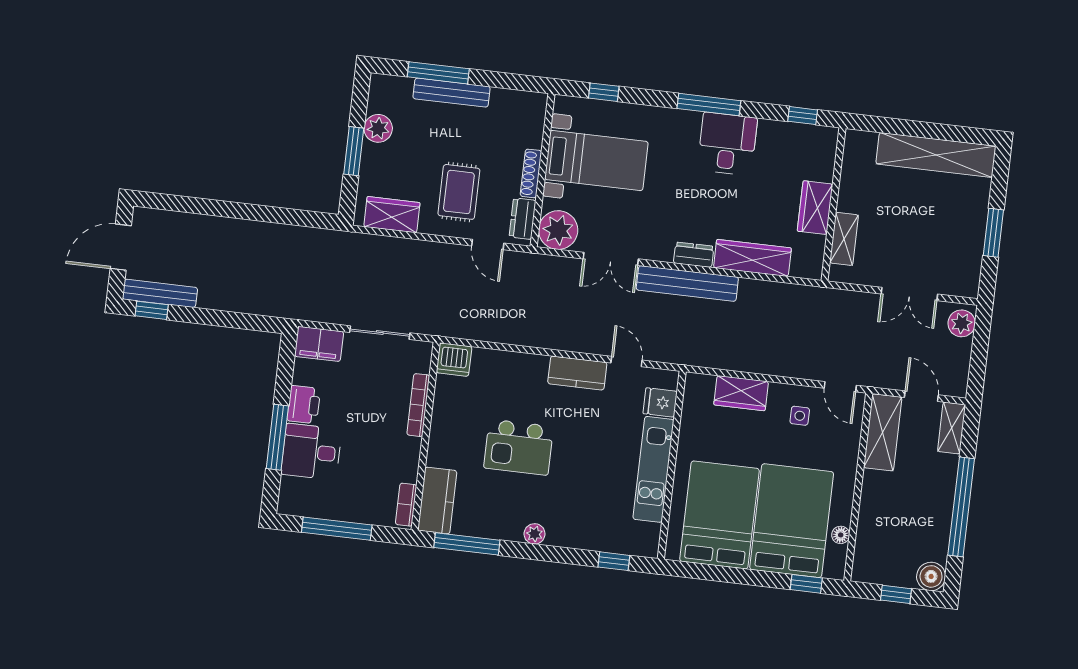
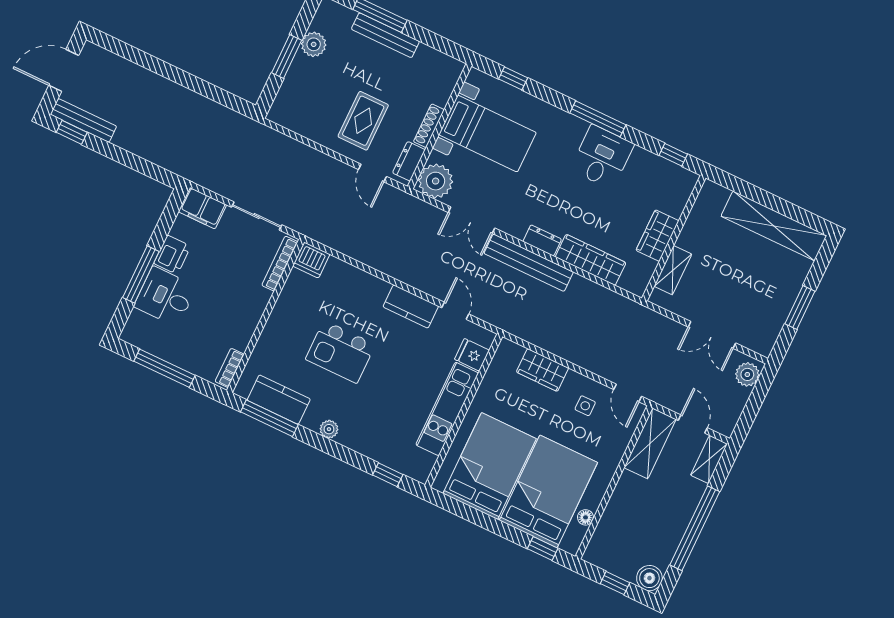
wardrobe: (392, 215) -> (300, 121), removed
bookcase: (418, 405) -> (280, 264), moved
kitchen counter: (437, 501) -> (279, 400), moved, turned -90

